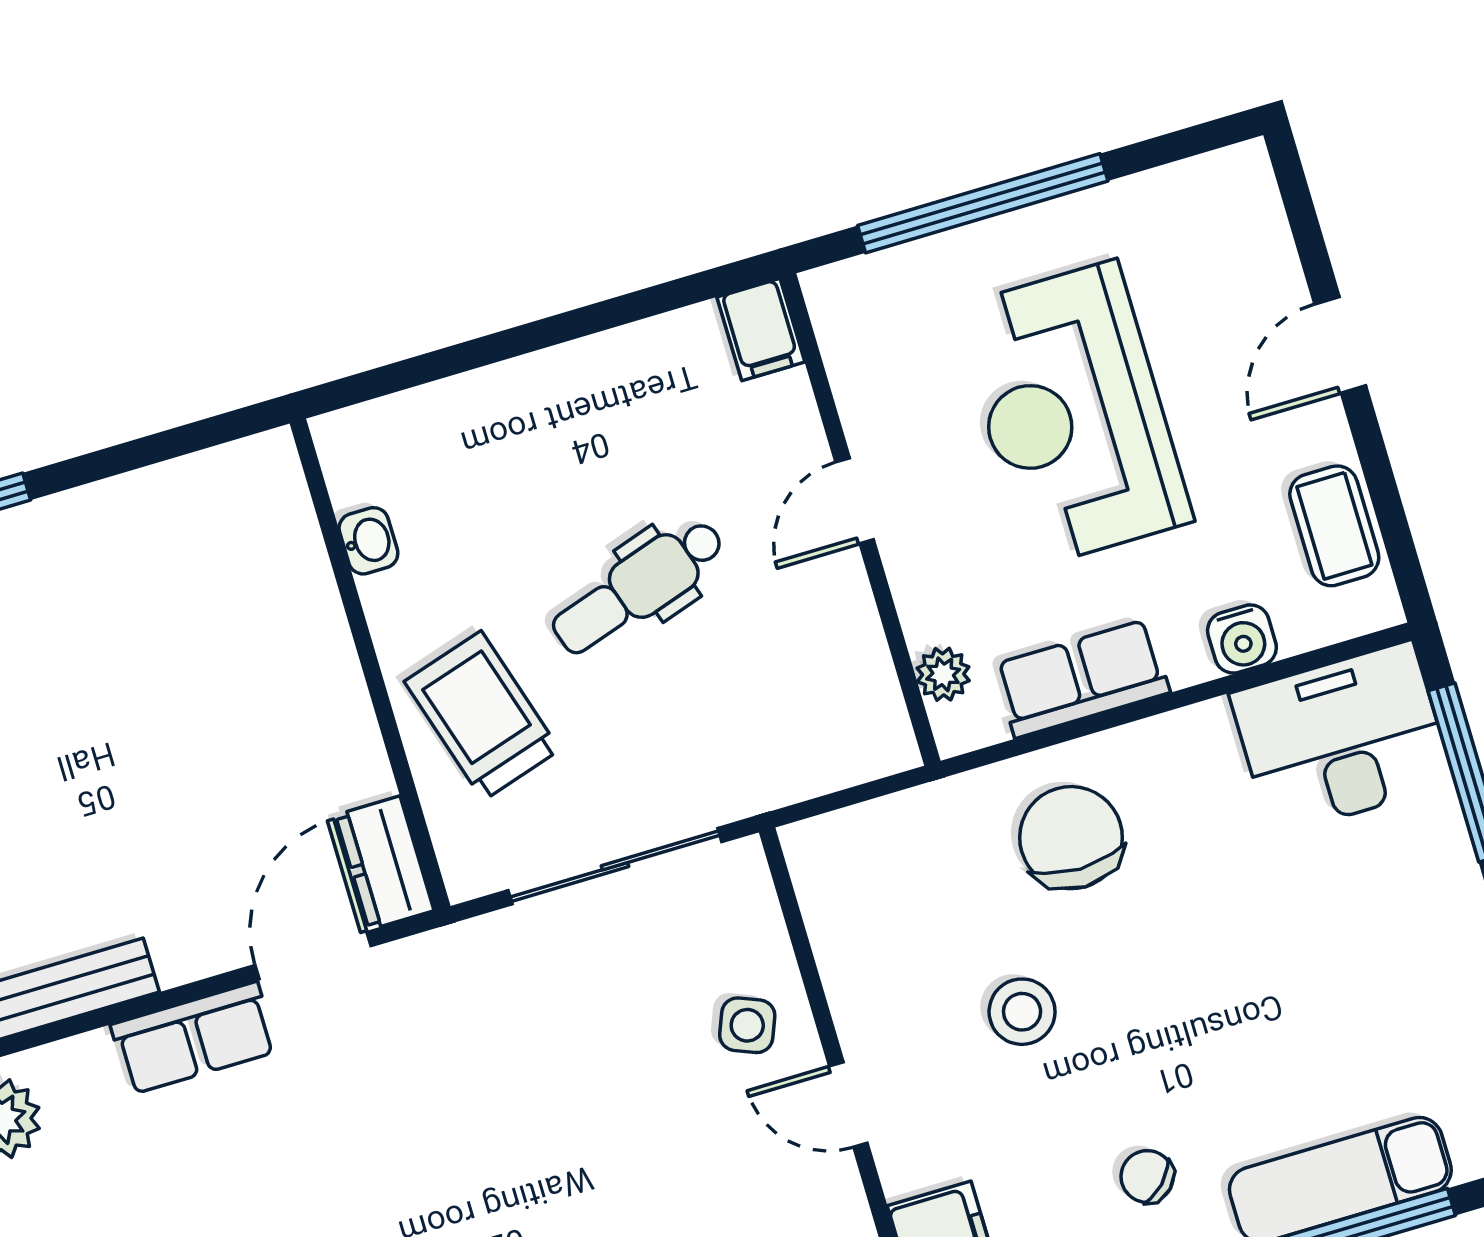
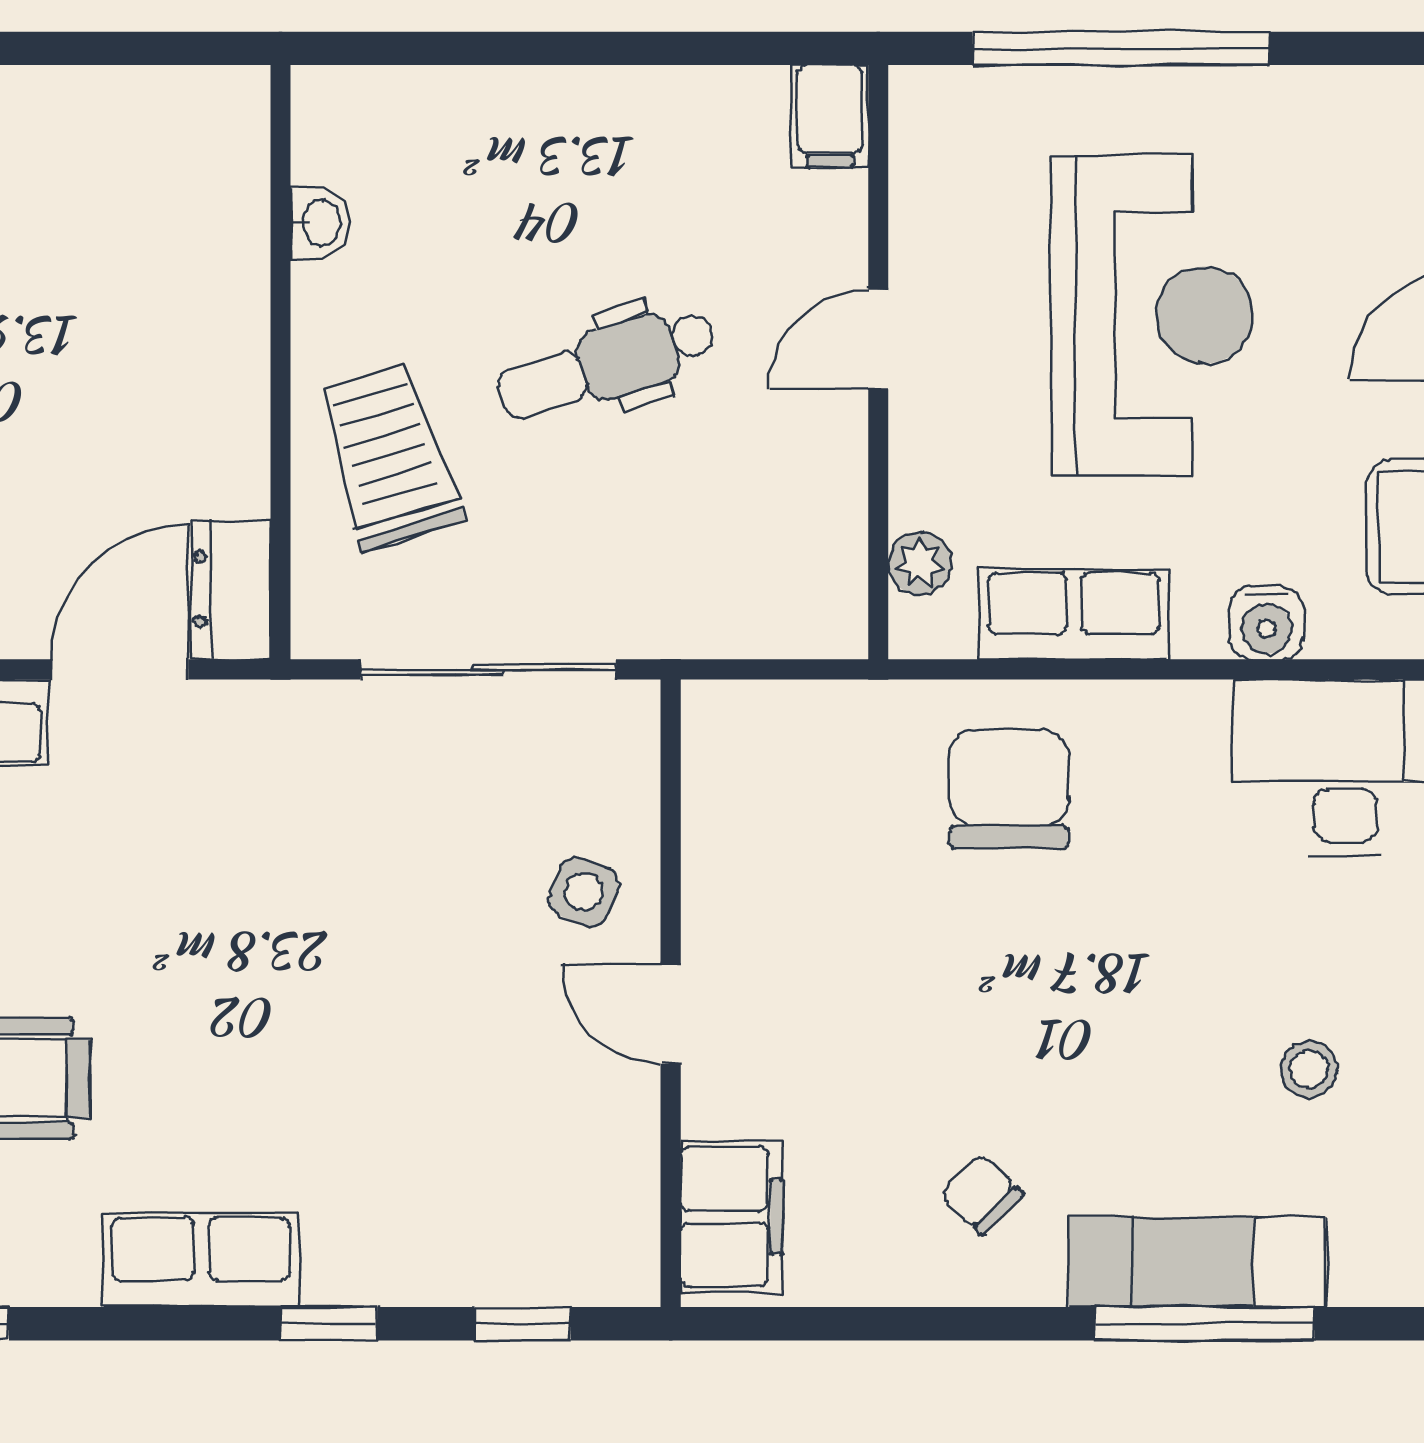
reception desk: (1073, 414) -> (1152, 315), turned 180
stool: (1022, 1012) -> (1309, 1069), moved, width x0.73, depth x0.73

